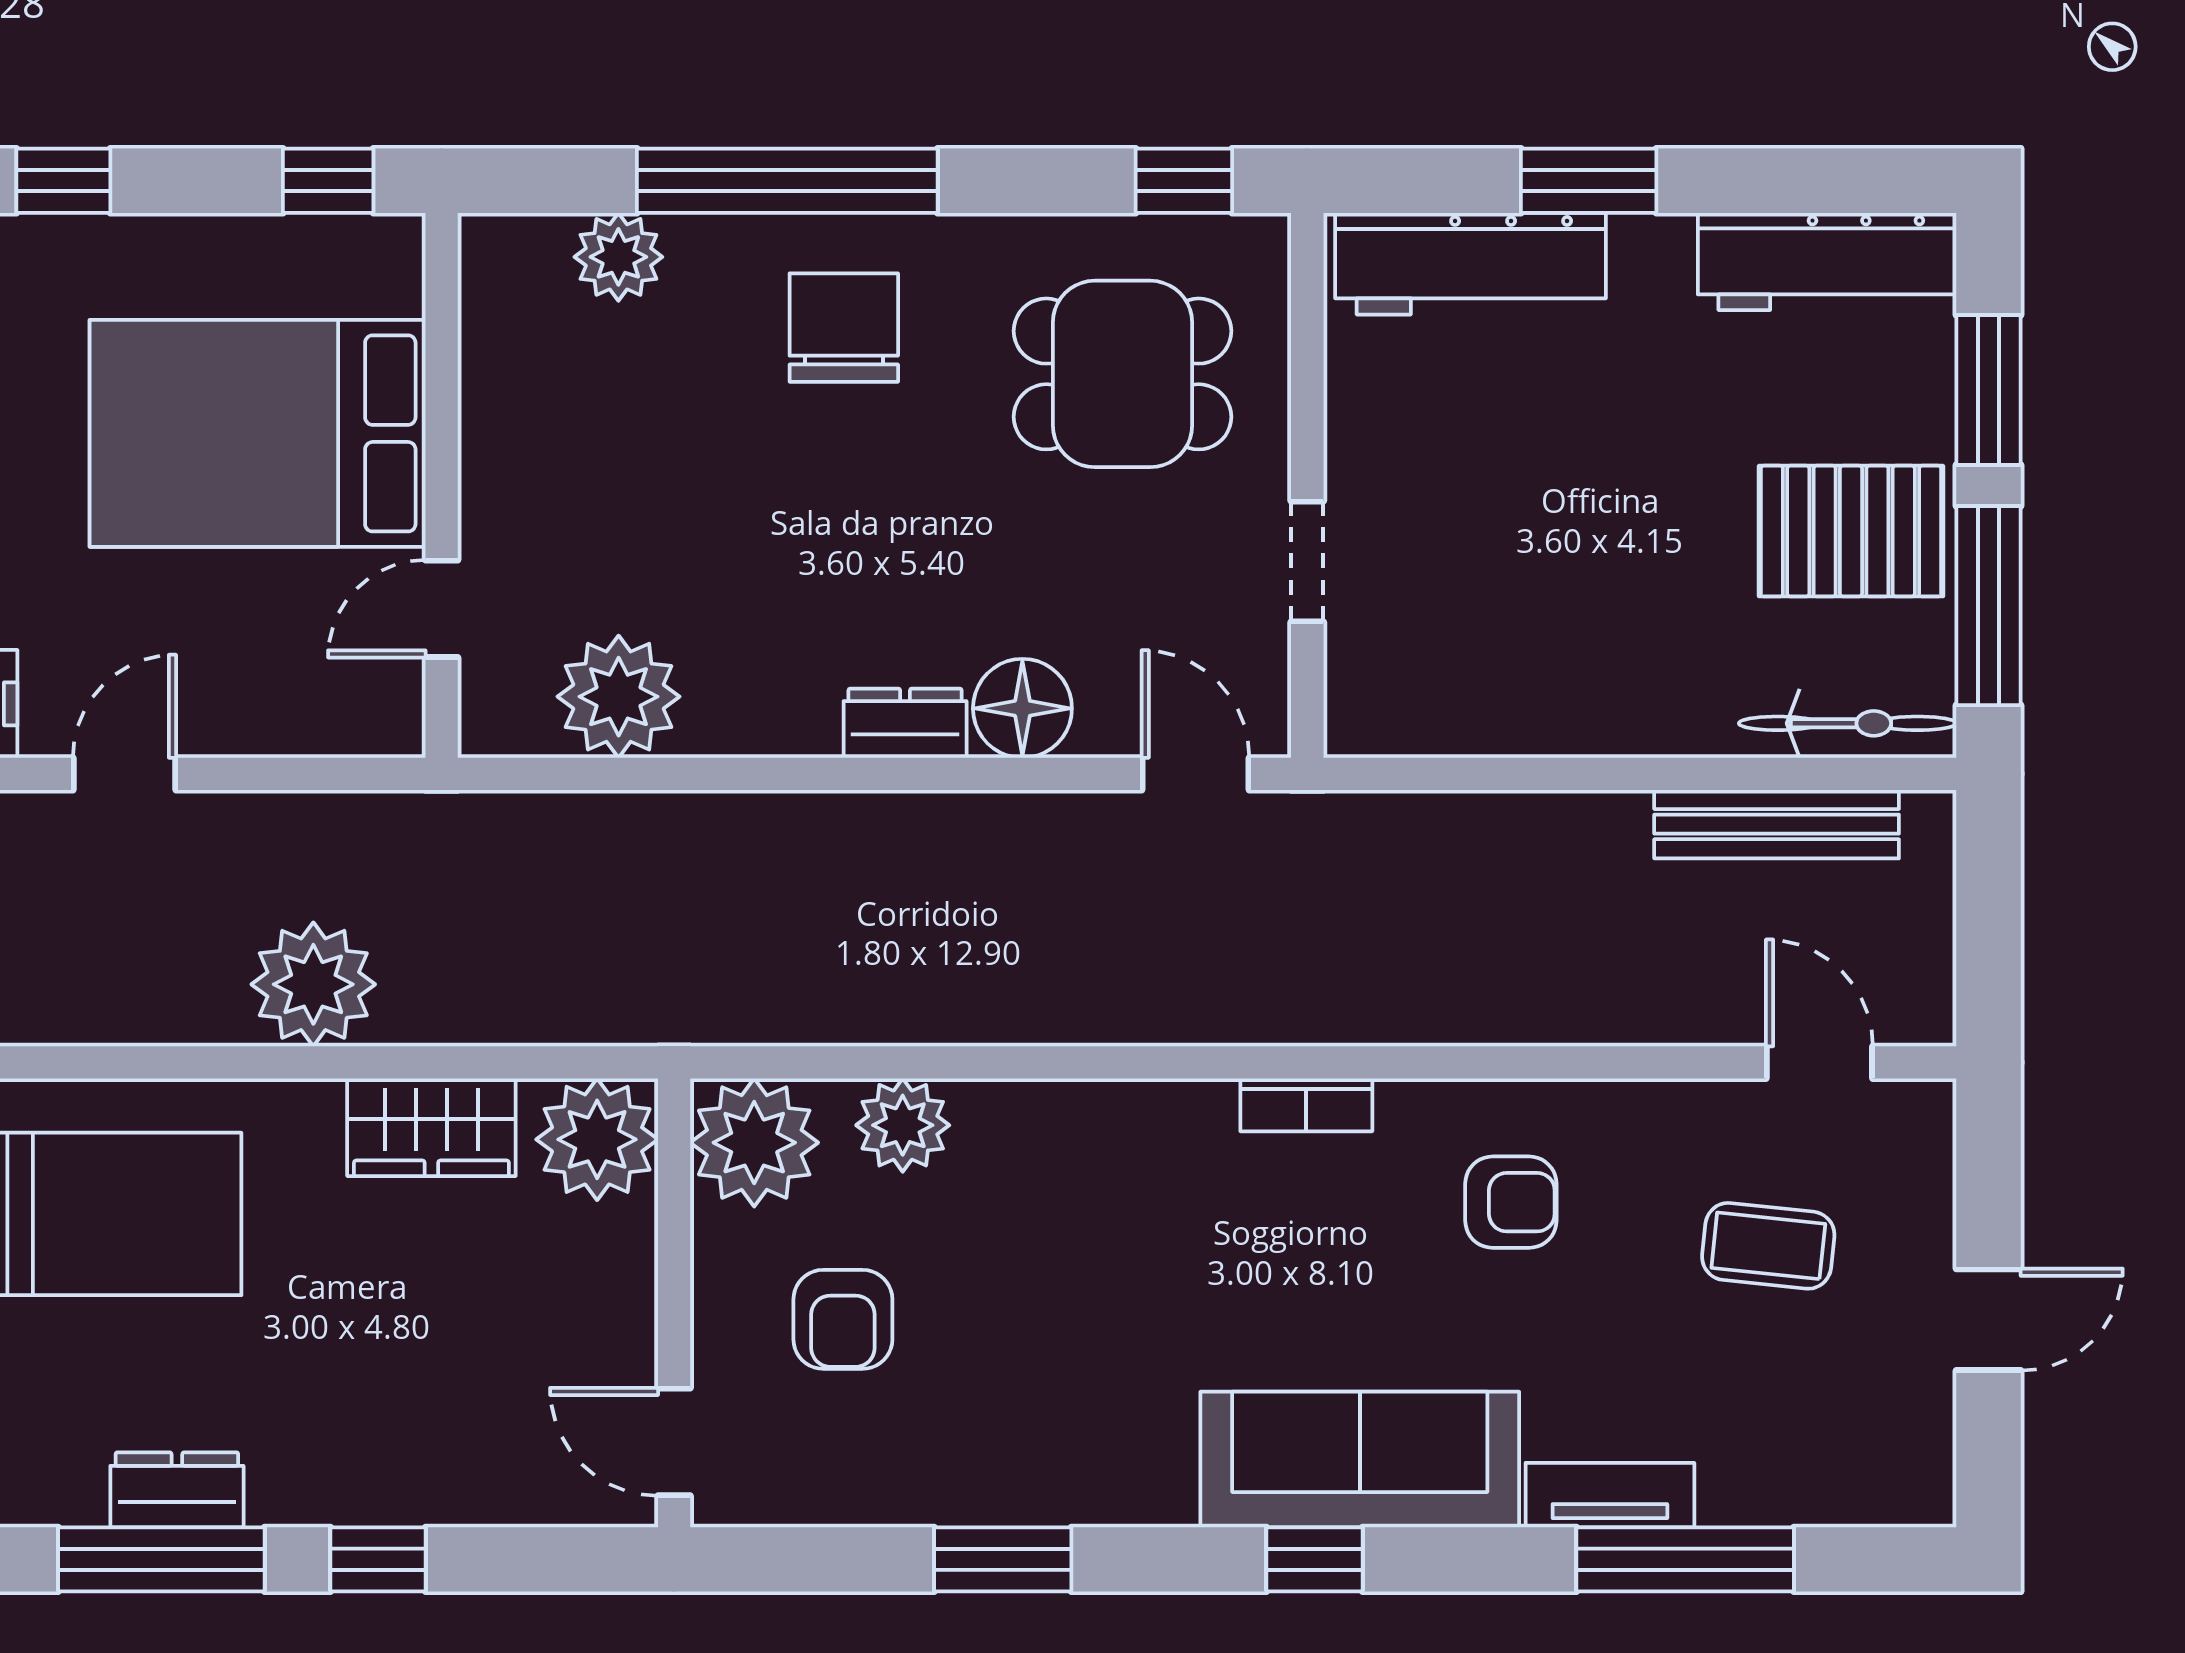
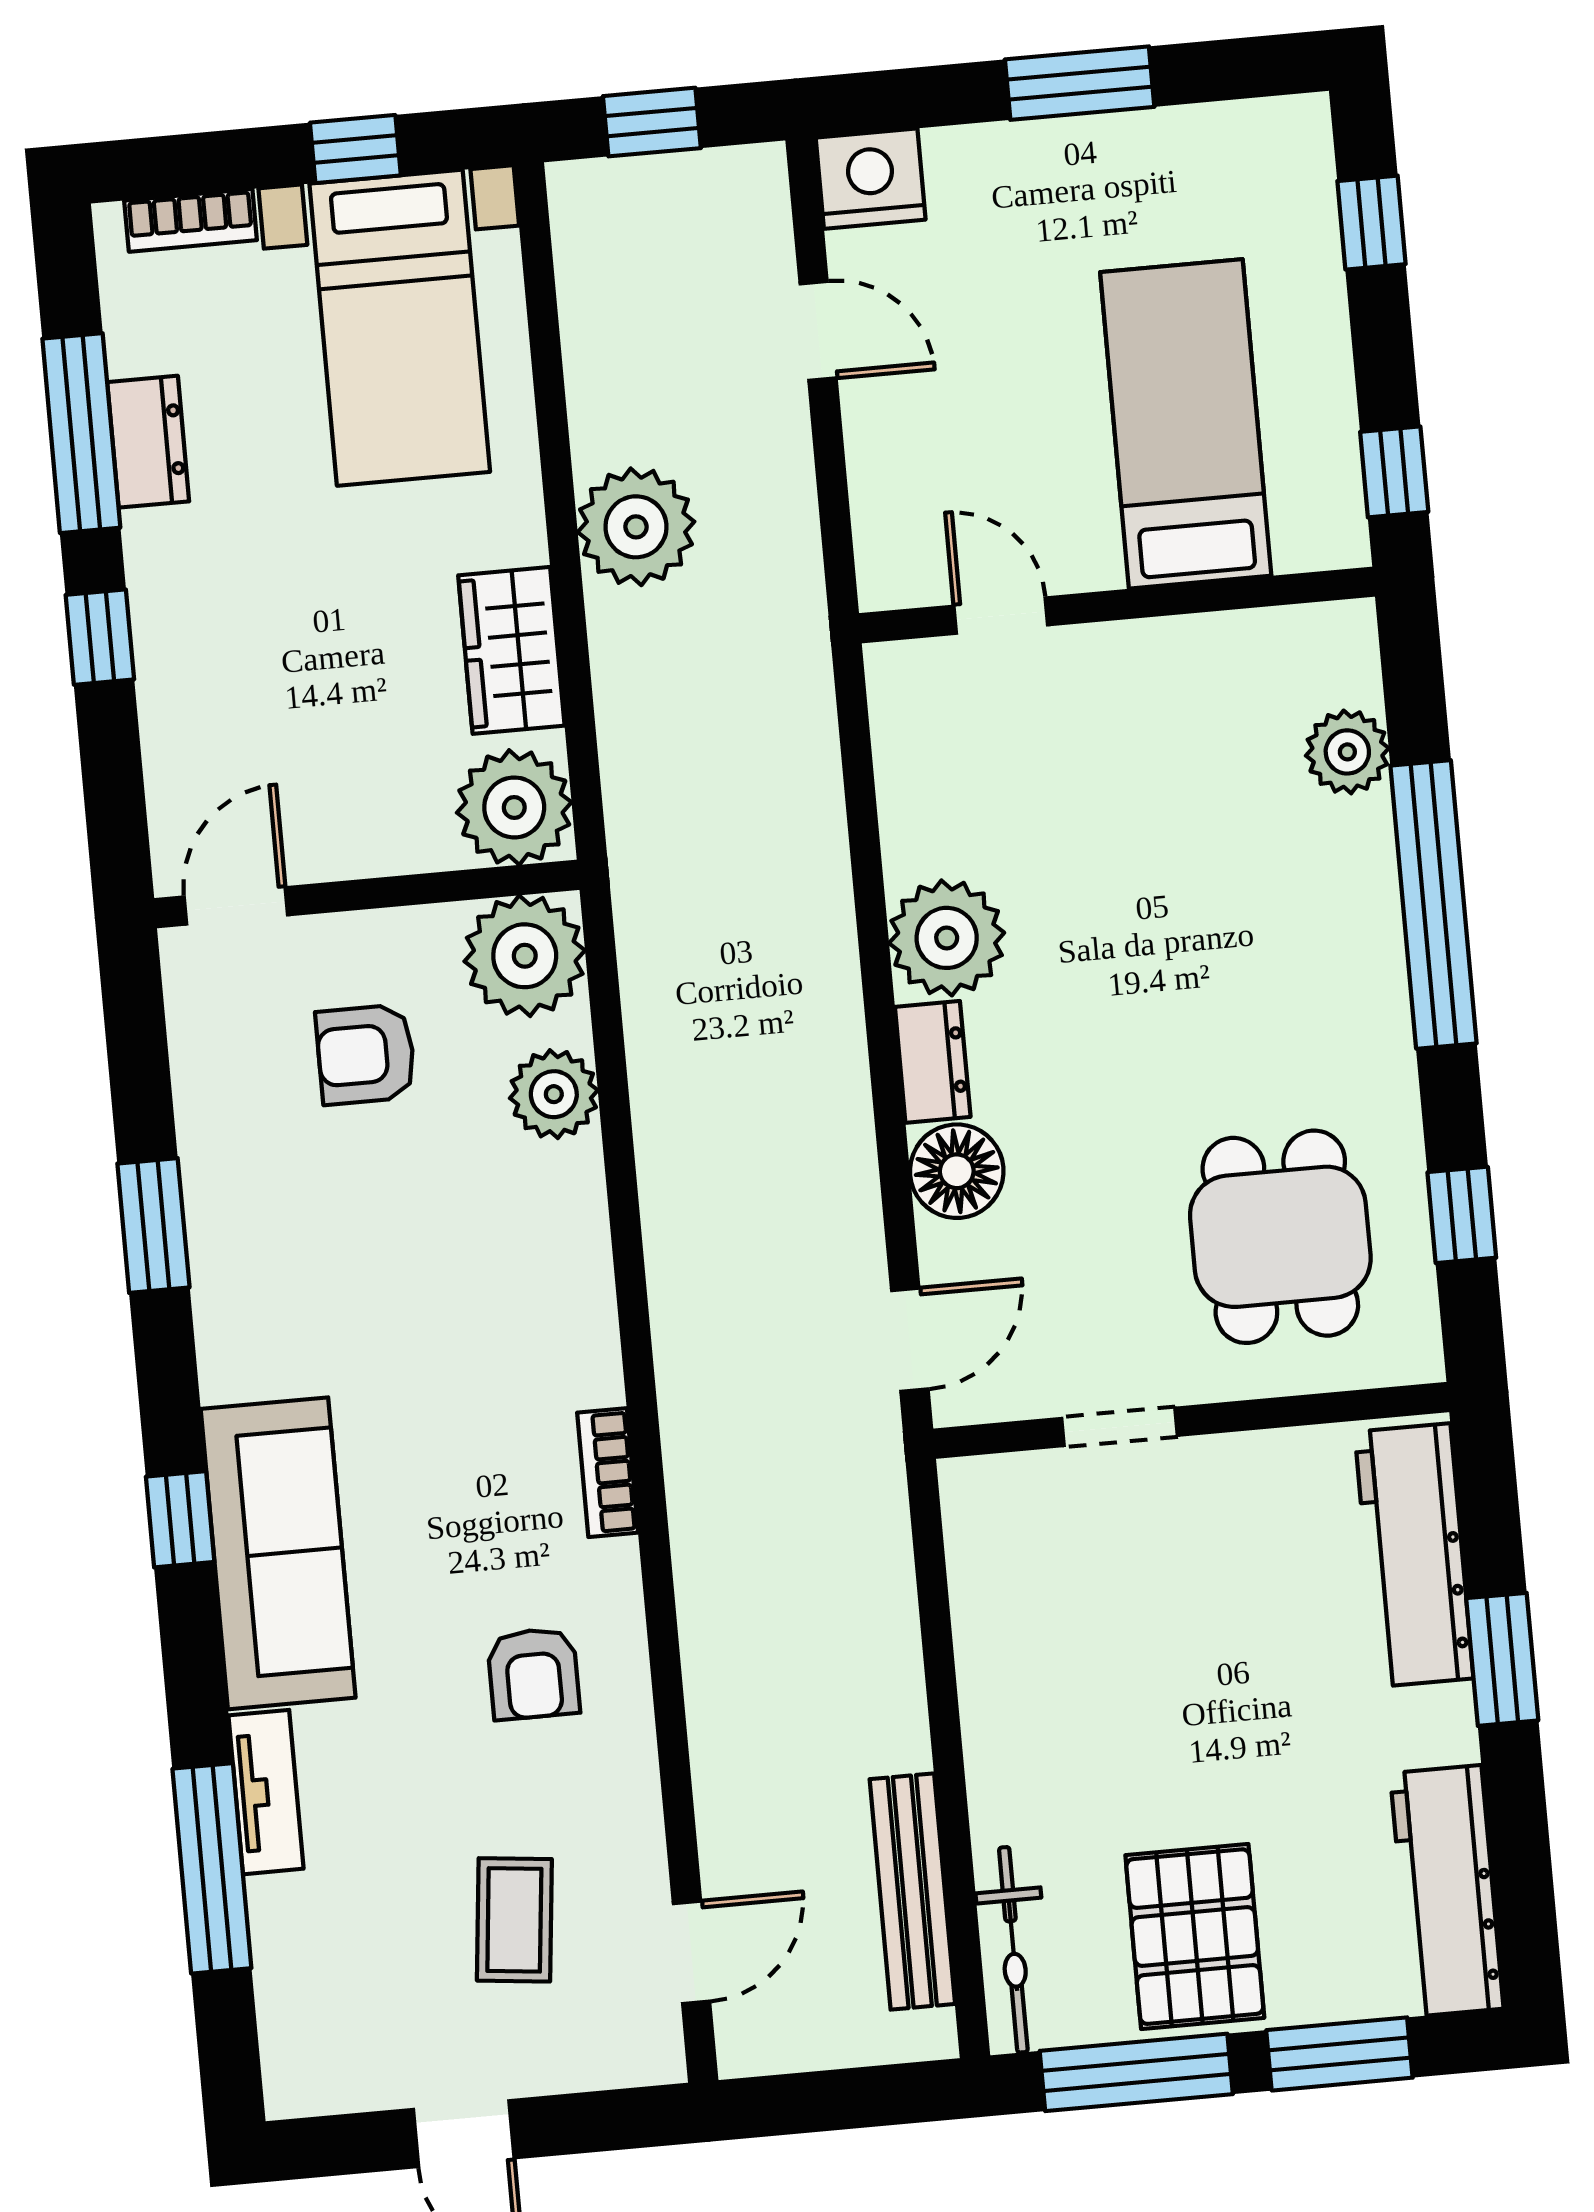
window: (1184, 181) -> (1462, 1215), moved
chair: (844, 328) -> (1300, 970), removed
bed: (258, 433) -> (1186, 424), width x0.67
plant: (619, 697) -> (947, 938), moved

